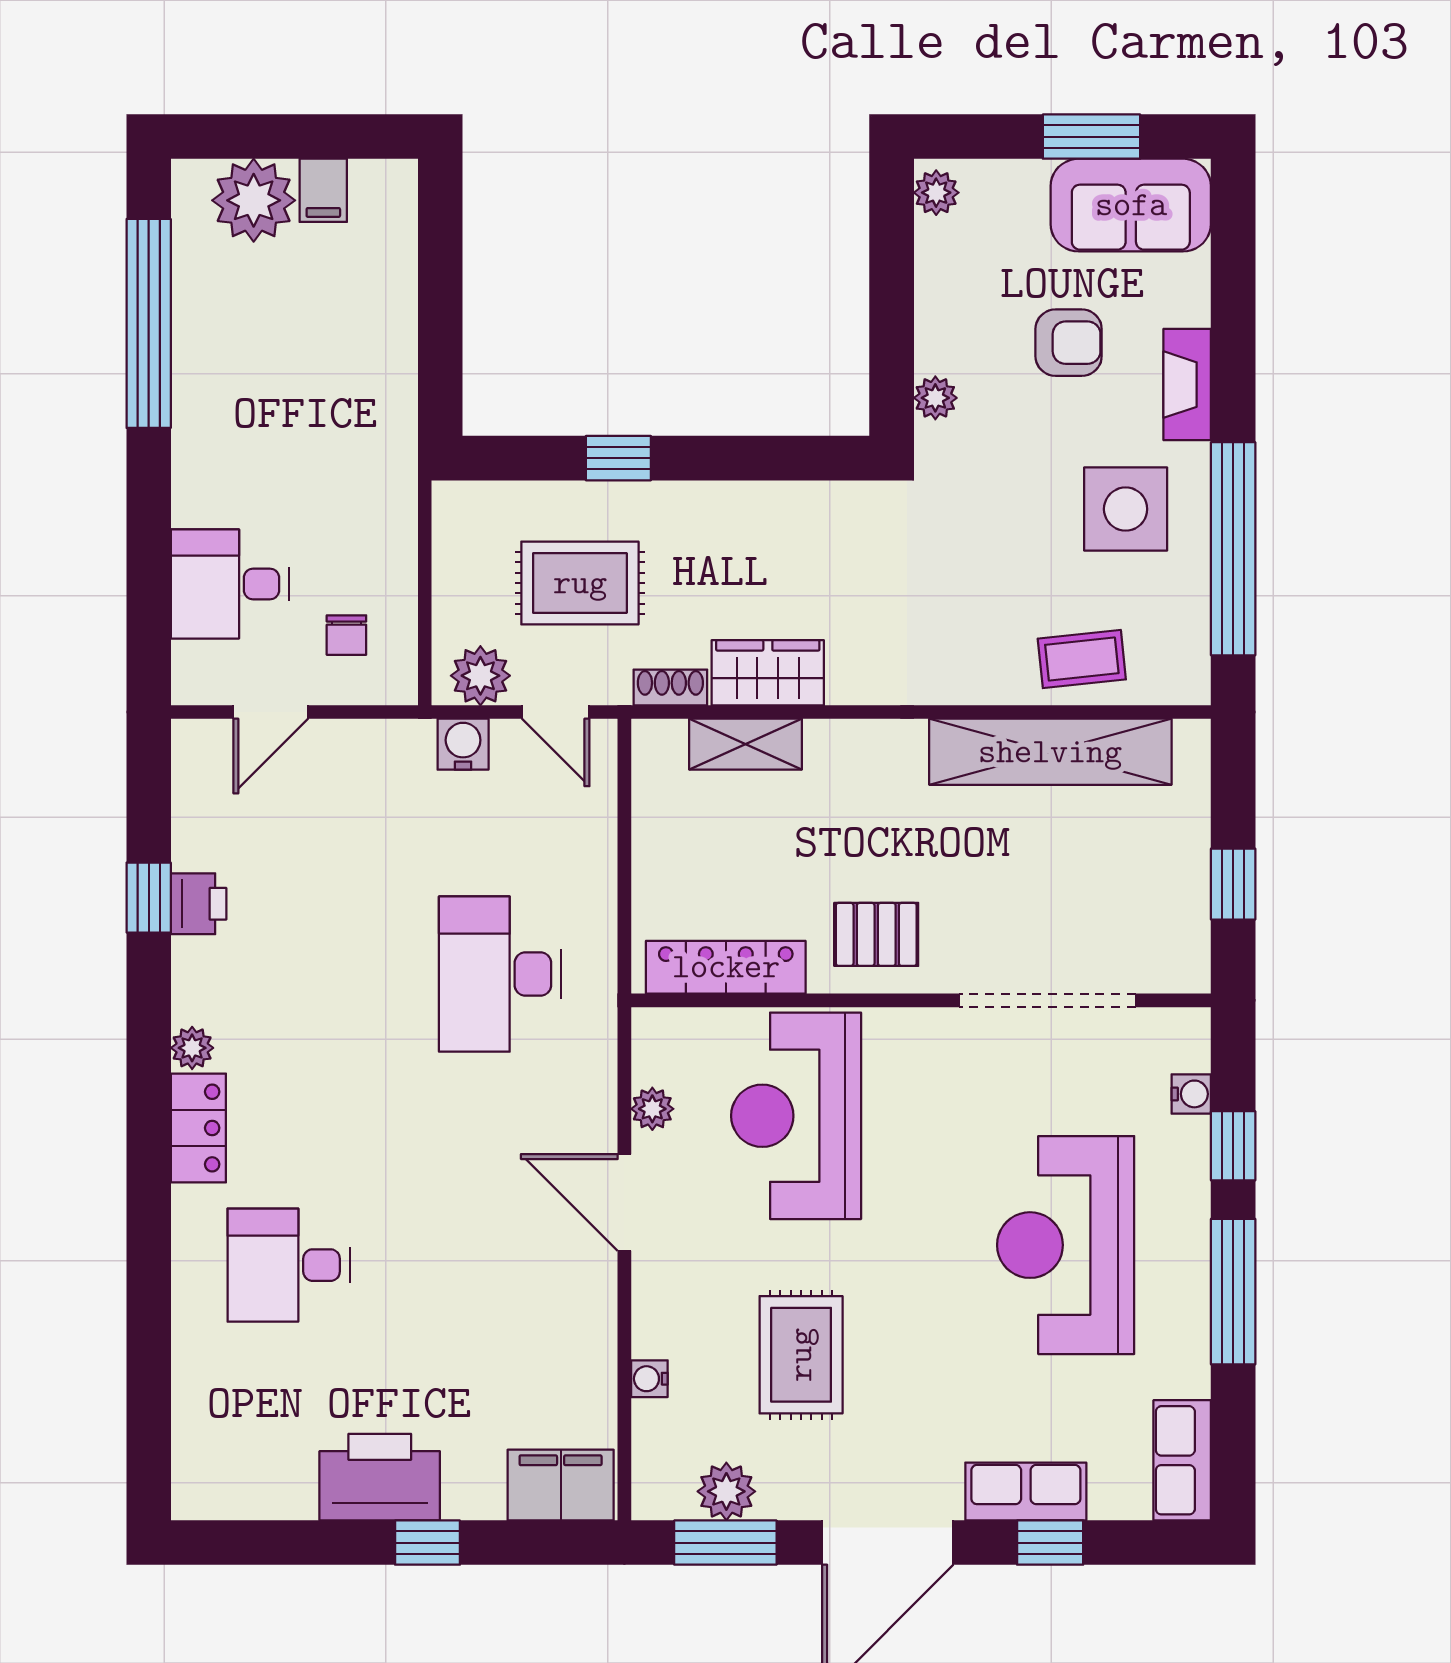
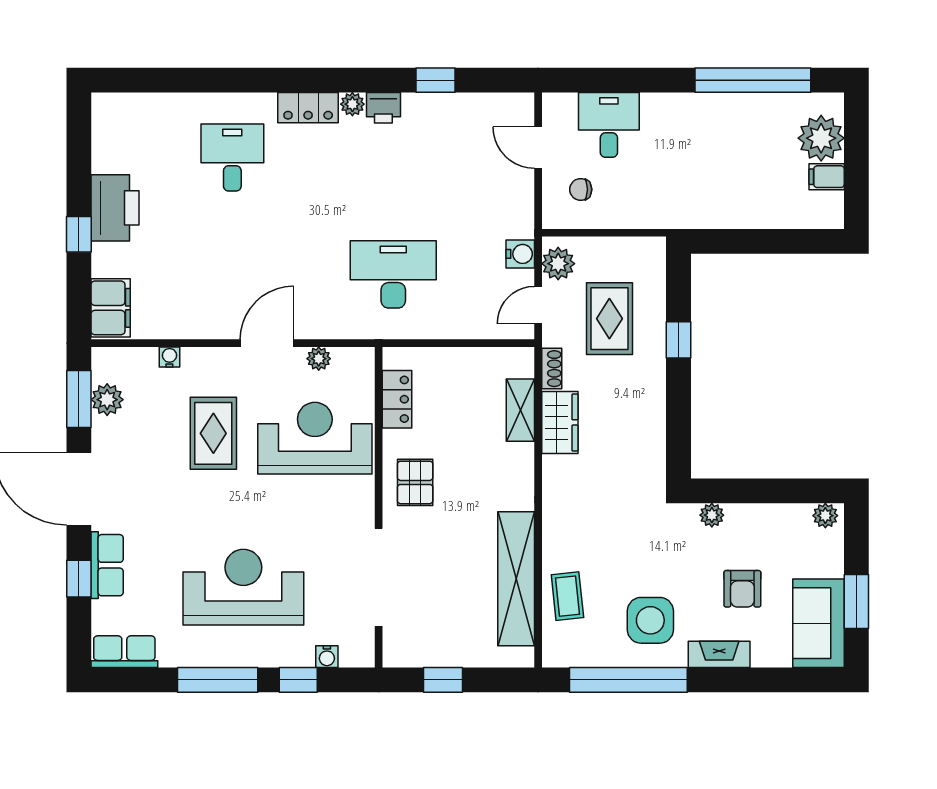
printer: (199, 904) -> (383, 108), moved
locker: (726, 967) -> (397, 399), width x0.66
rug: (801, 1355) -> (213, 433), moved, turned 90

